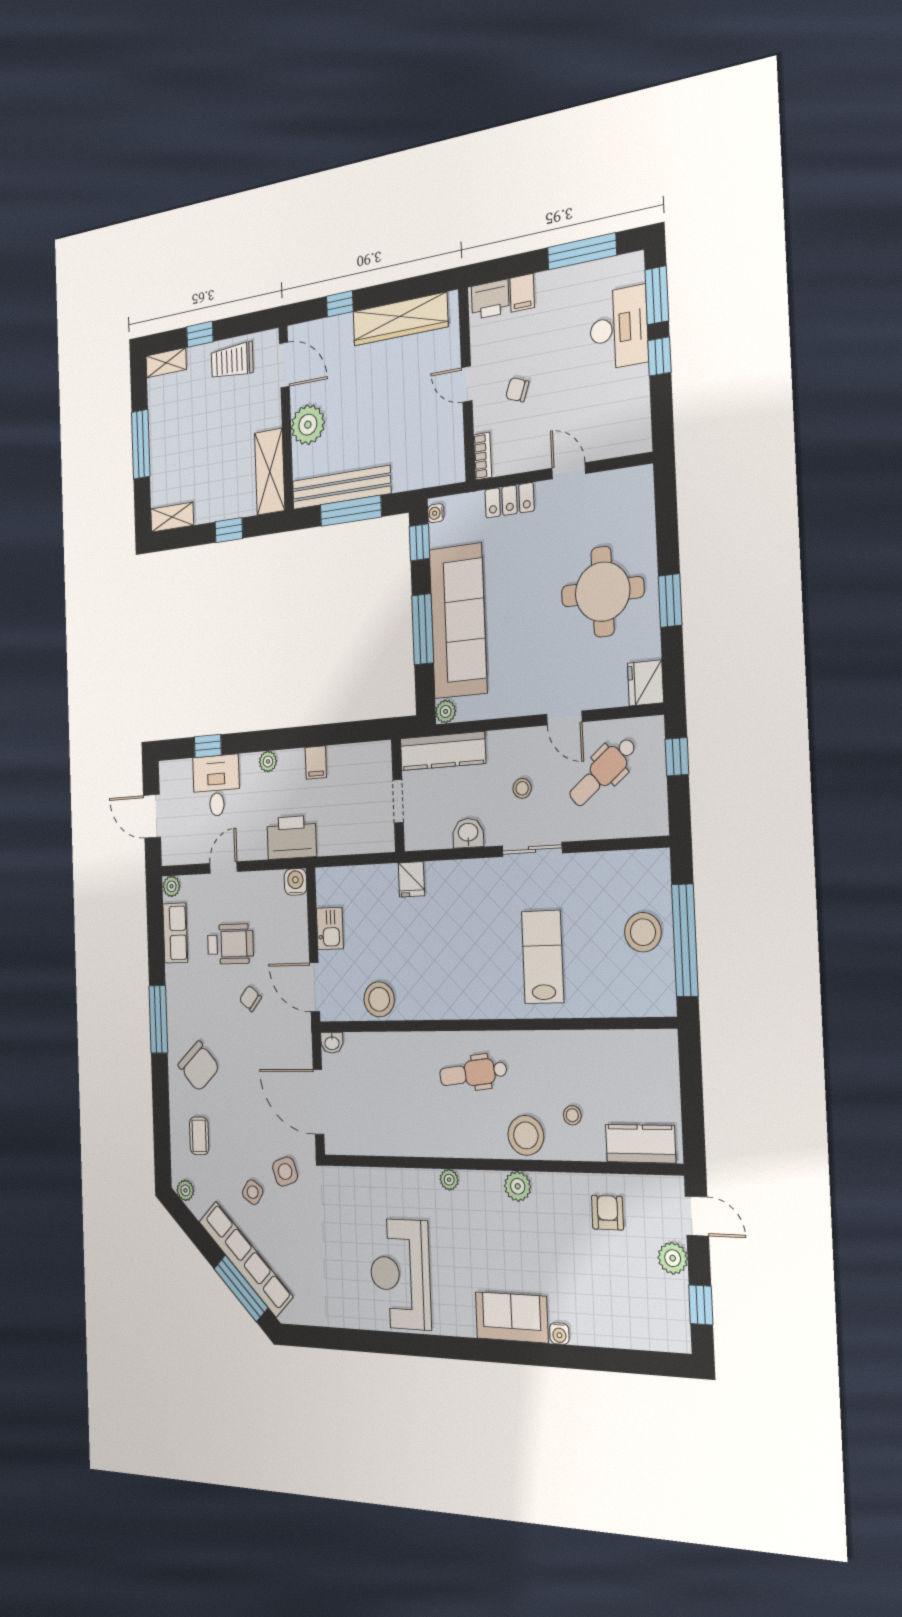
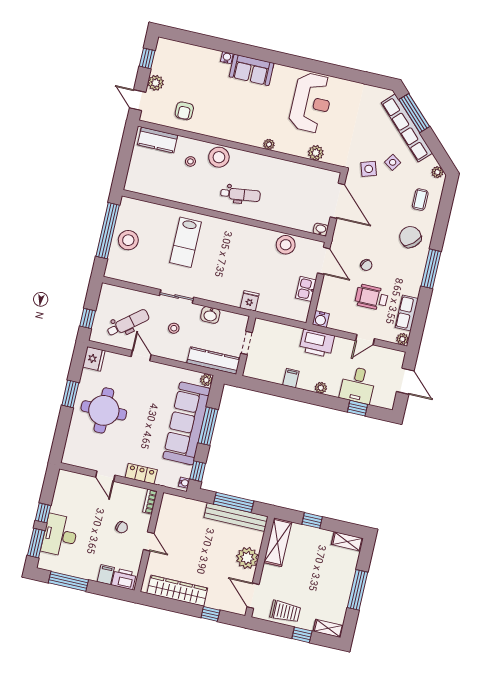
plant: (518, 1186) -> (316, 153), moved

